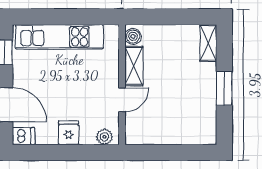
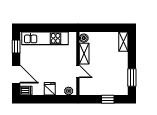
window: (224, 88) -> (132, 78), moved
door: (122, 100) -> (78, 71), hinge flipped
window: (179, 152) -> (108, 99), added

